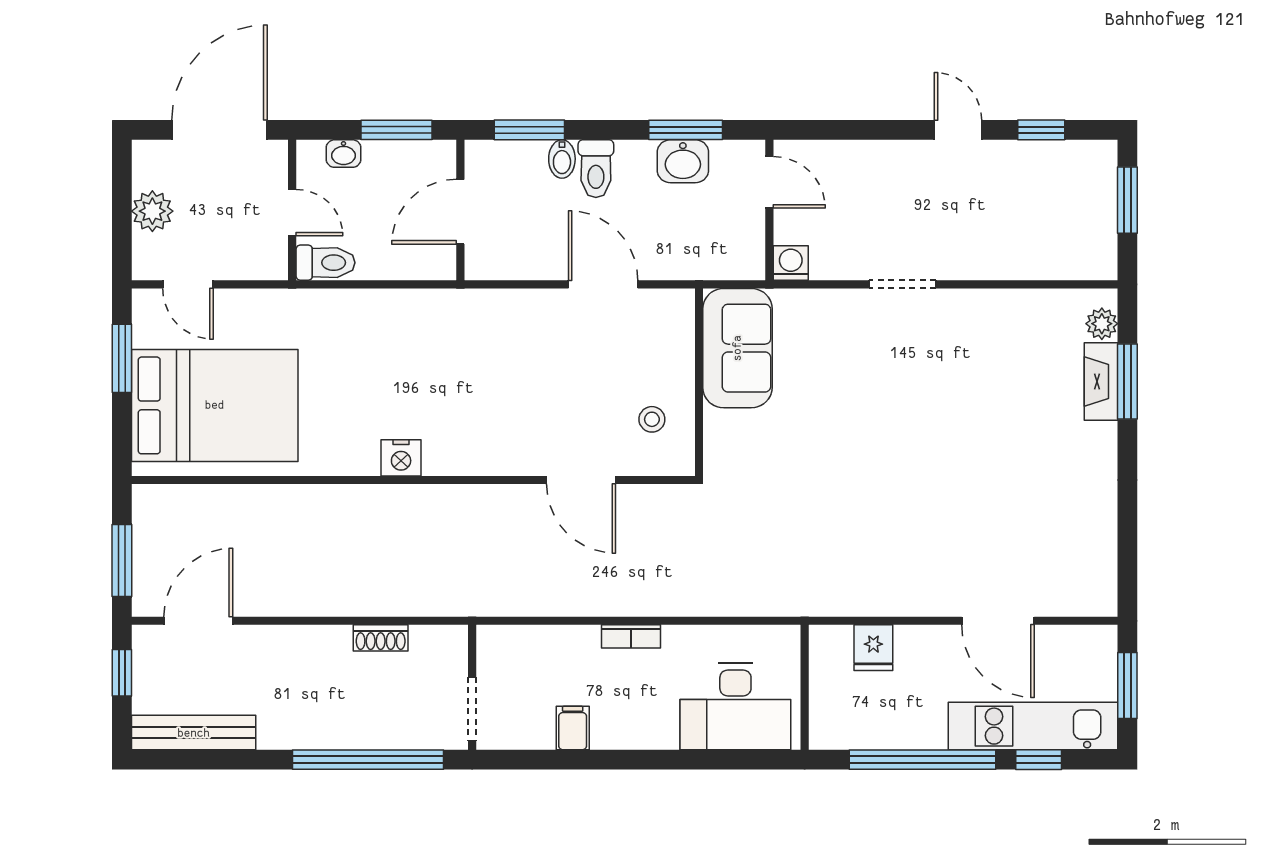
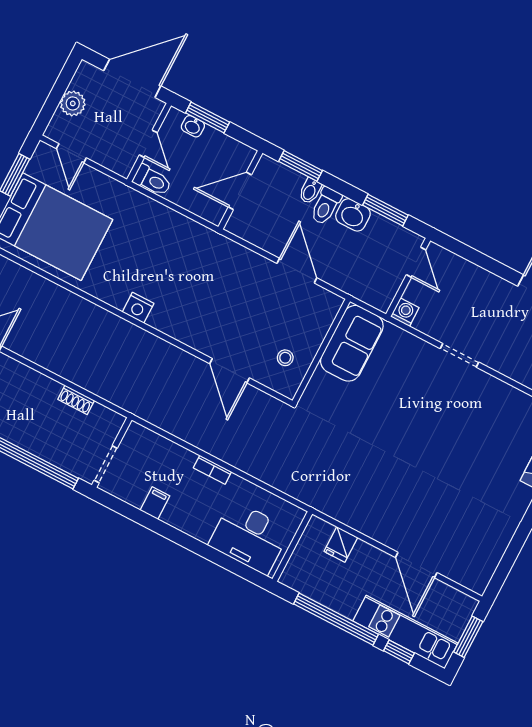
window: (397, 130) -> (208, 118), moved
washbasin: (683, 161) -> (353, 215), moved

